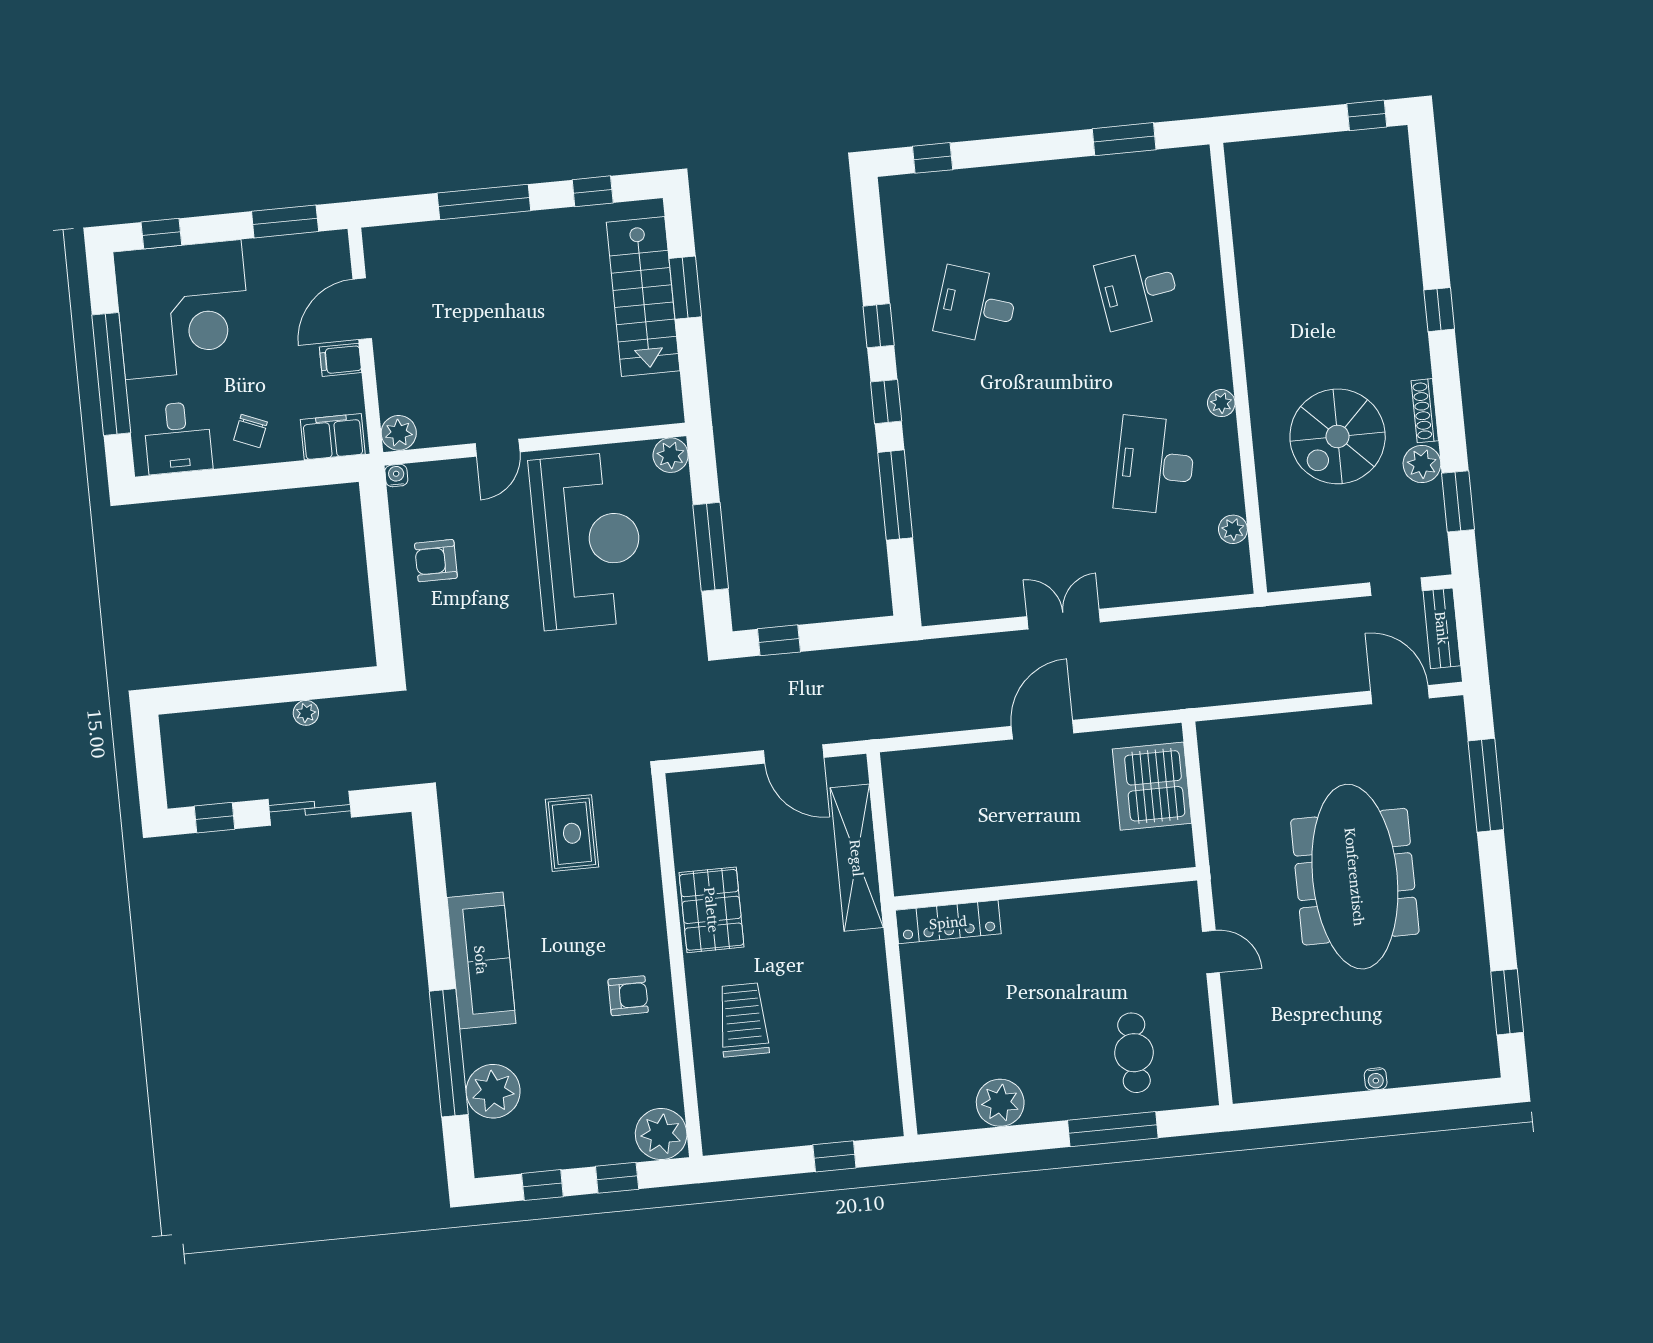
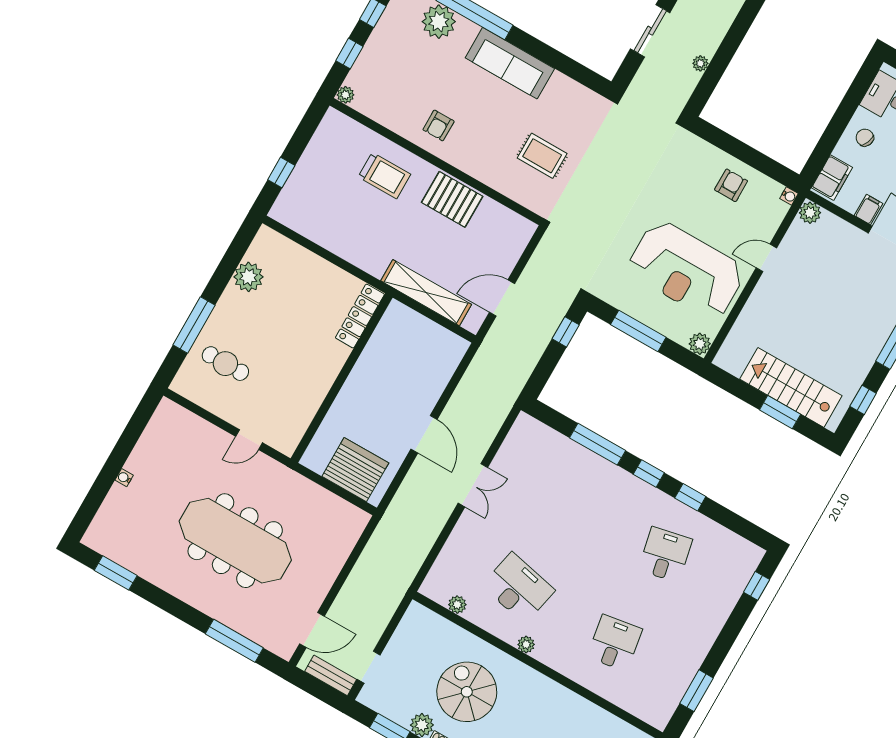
desk: (976, 305) -> (665, 555), turned -30
door: (498, 448) -> (766, 258), hinge flipped
plant: (661, 1134) -> (345, 95), width x0.53, depth x0.53

